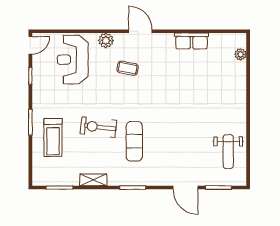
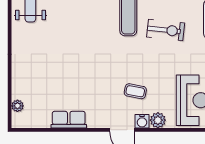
water cooler: (121, 39) -> (142, 121), added

